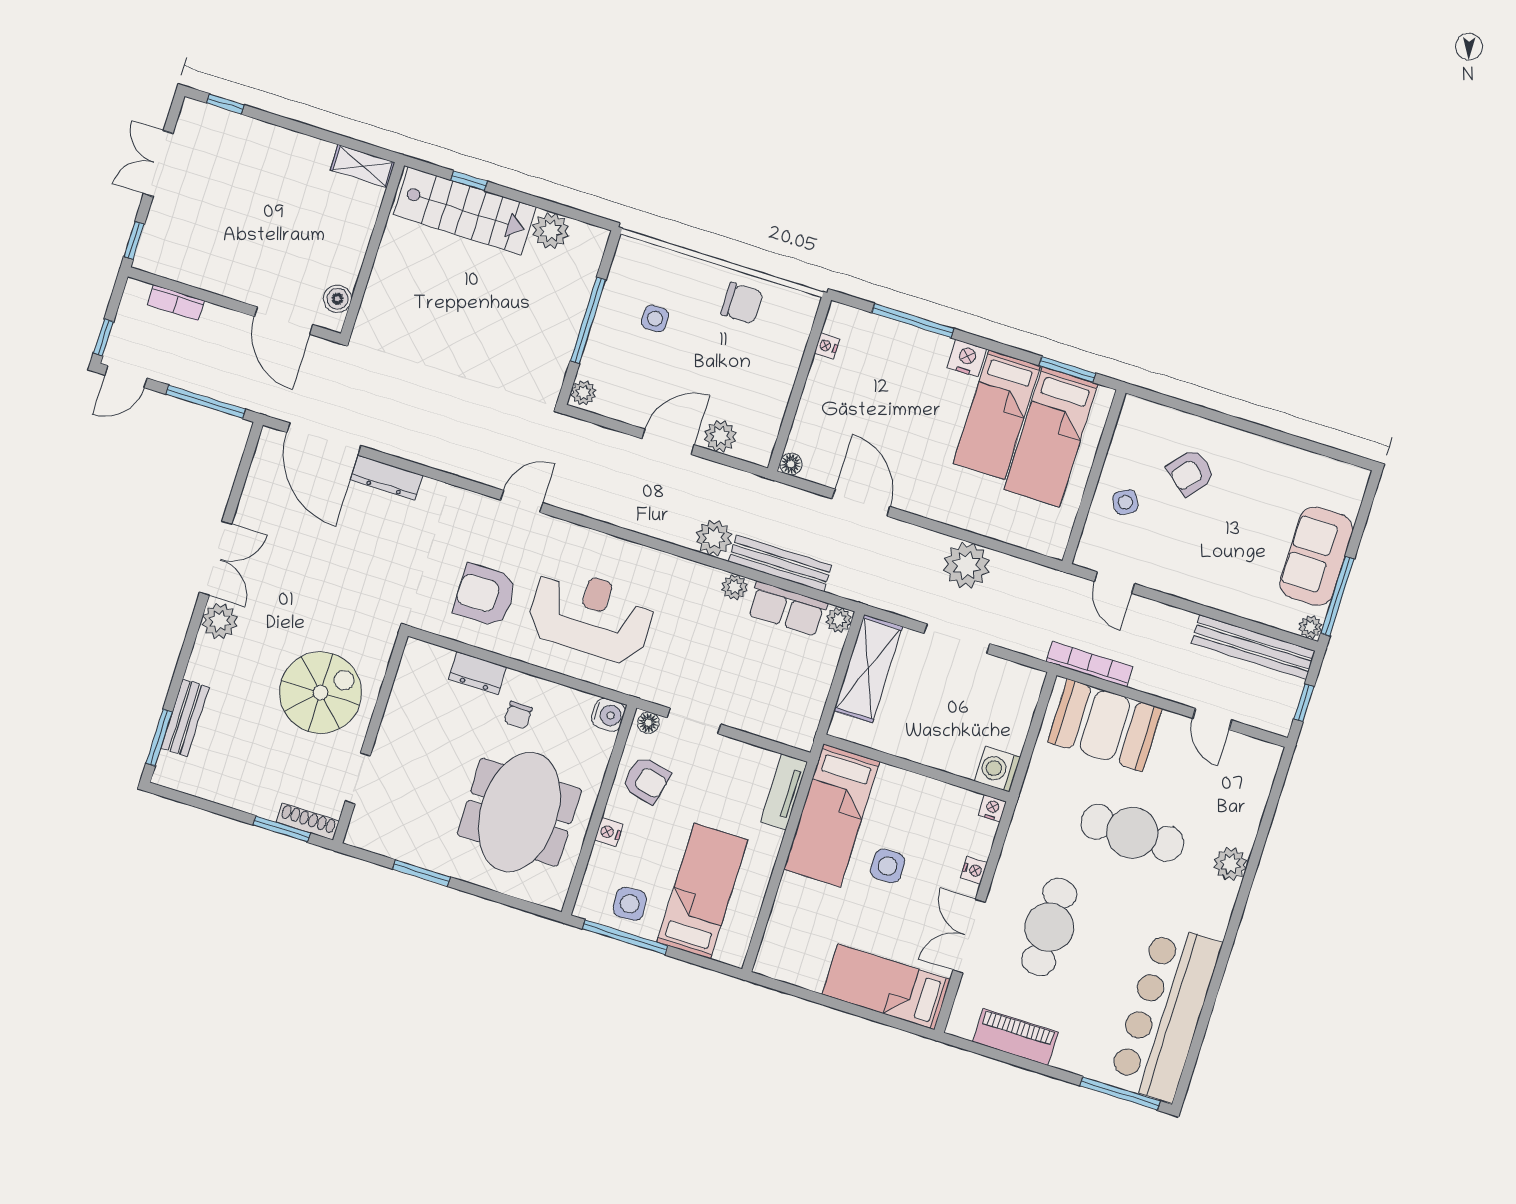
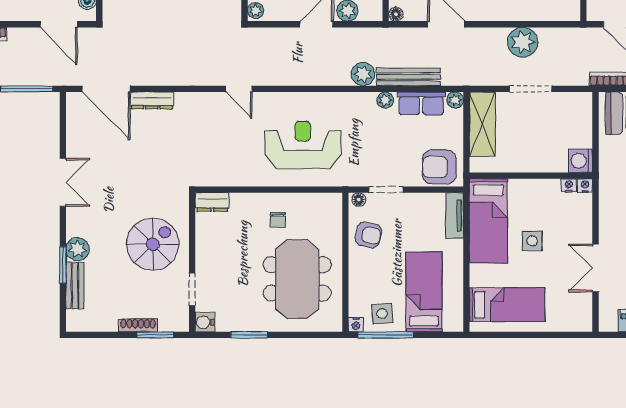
door: (522, 501) -> (239, 89), swing flipped
armchair: (485, 595) -> (439, 167), moved
plant: (220, 621) -> (78, 249), moved
dresser: (477, 673) -> (212, 202), moved
water cooler: (608, 715) -> (205, 322), moved, turned 180
window: (159, 738) -> (63, 265), moved
shoe rack: (308, 822) -> (138, 325), moved
nightstand: (609, 832) -> (356, 325), moved, turned -90
nightstand: (974, 870) -> (569, 185), moved, turned -90
bed: (886, 987) -> (507, 305), moved, turned 180

